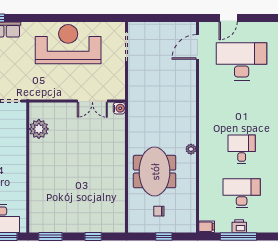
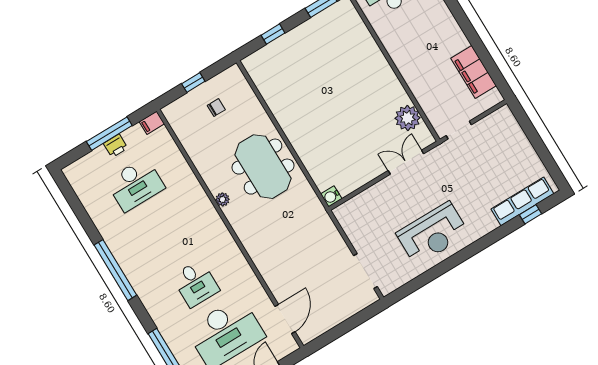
reception desk: (68, 44) -> (433, 234), width x0.74, depth x0.77
double door: (92, 101) -> (406, 162), moved
desk: (242, 149) -> (196, 283), moved
meeting table: (155, 172) -> (263, 167), moved

